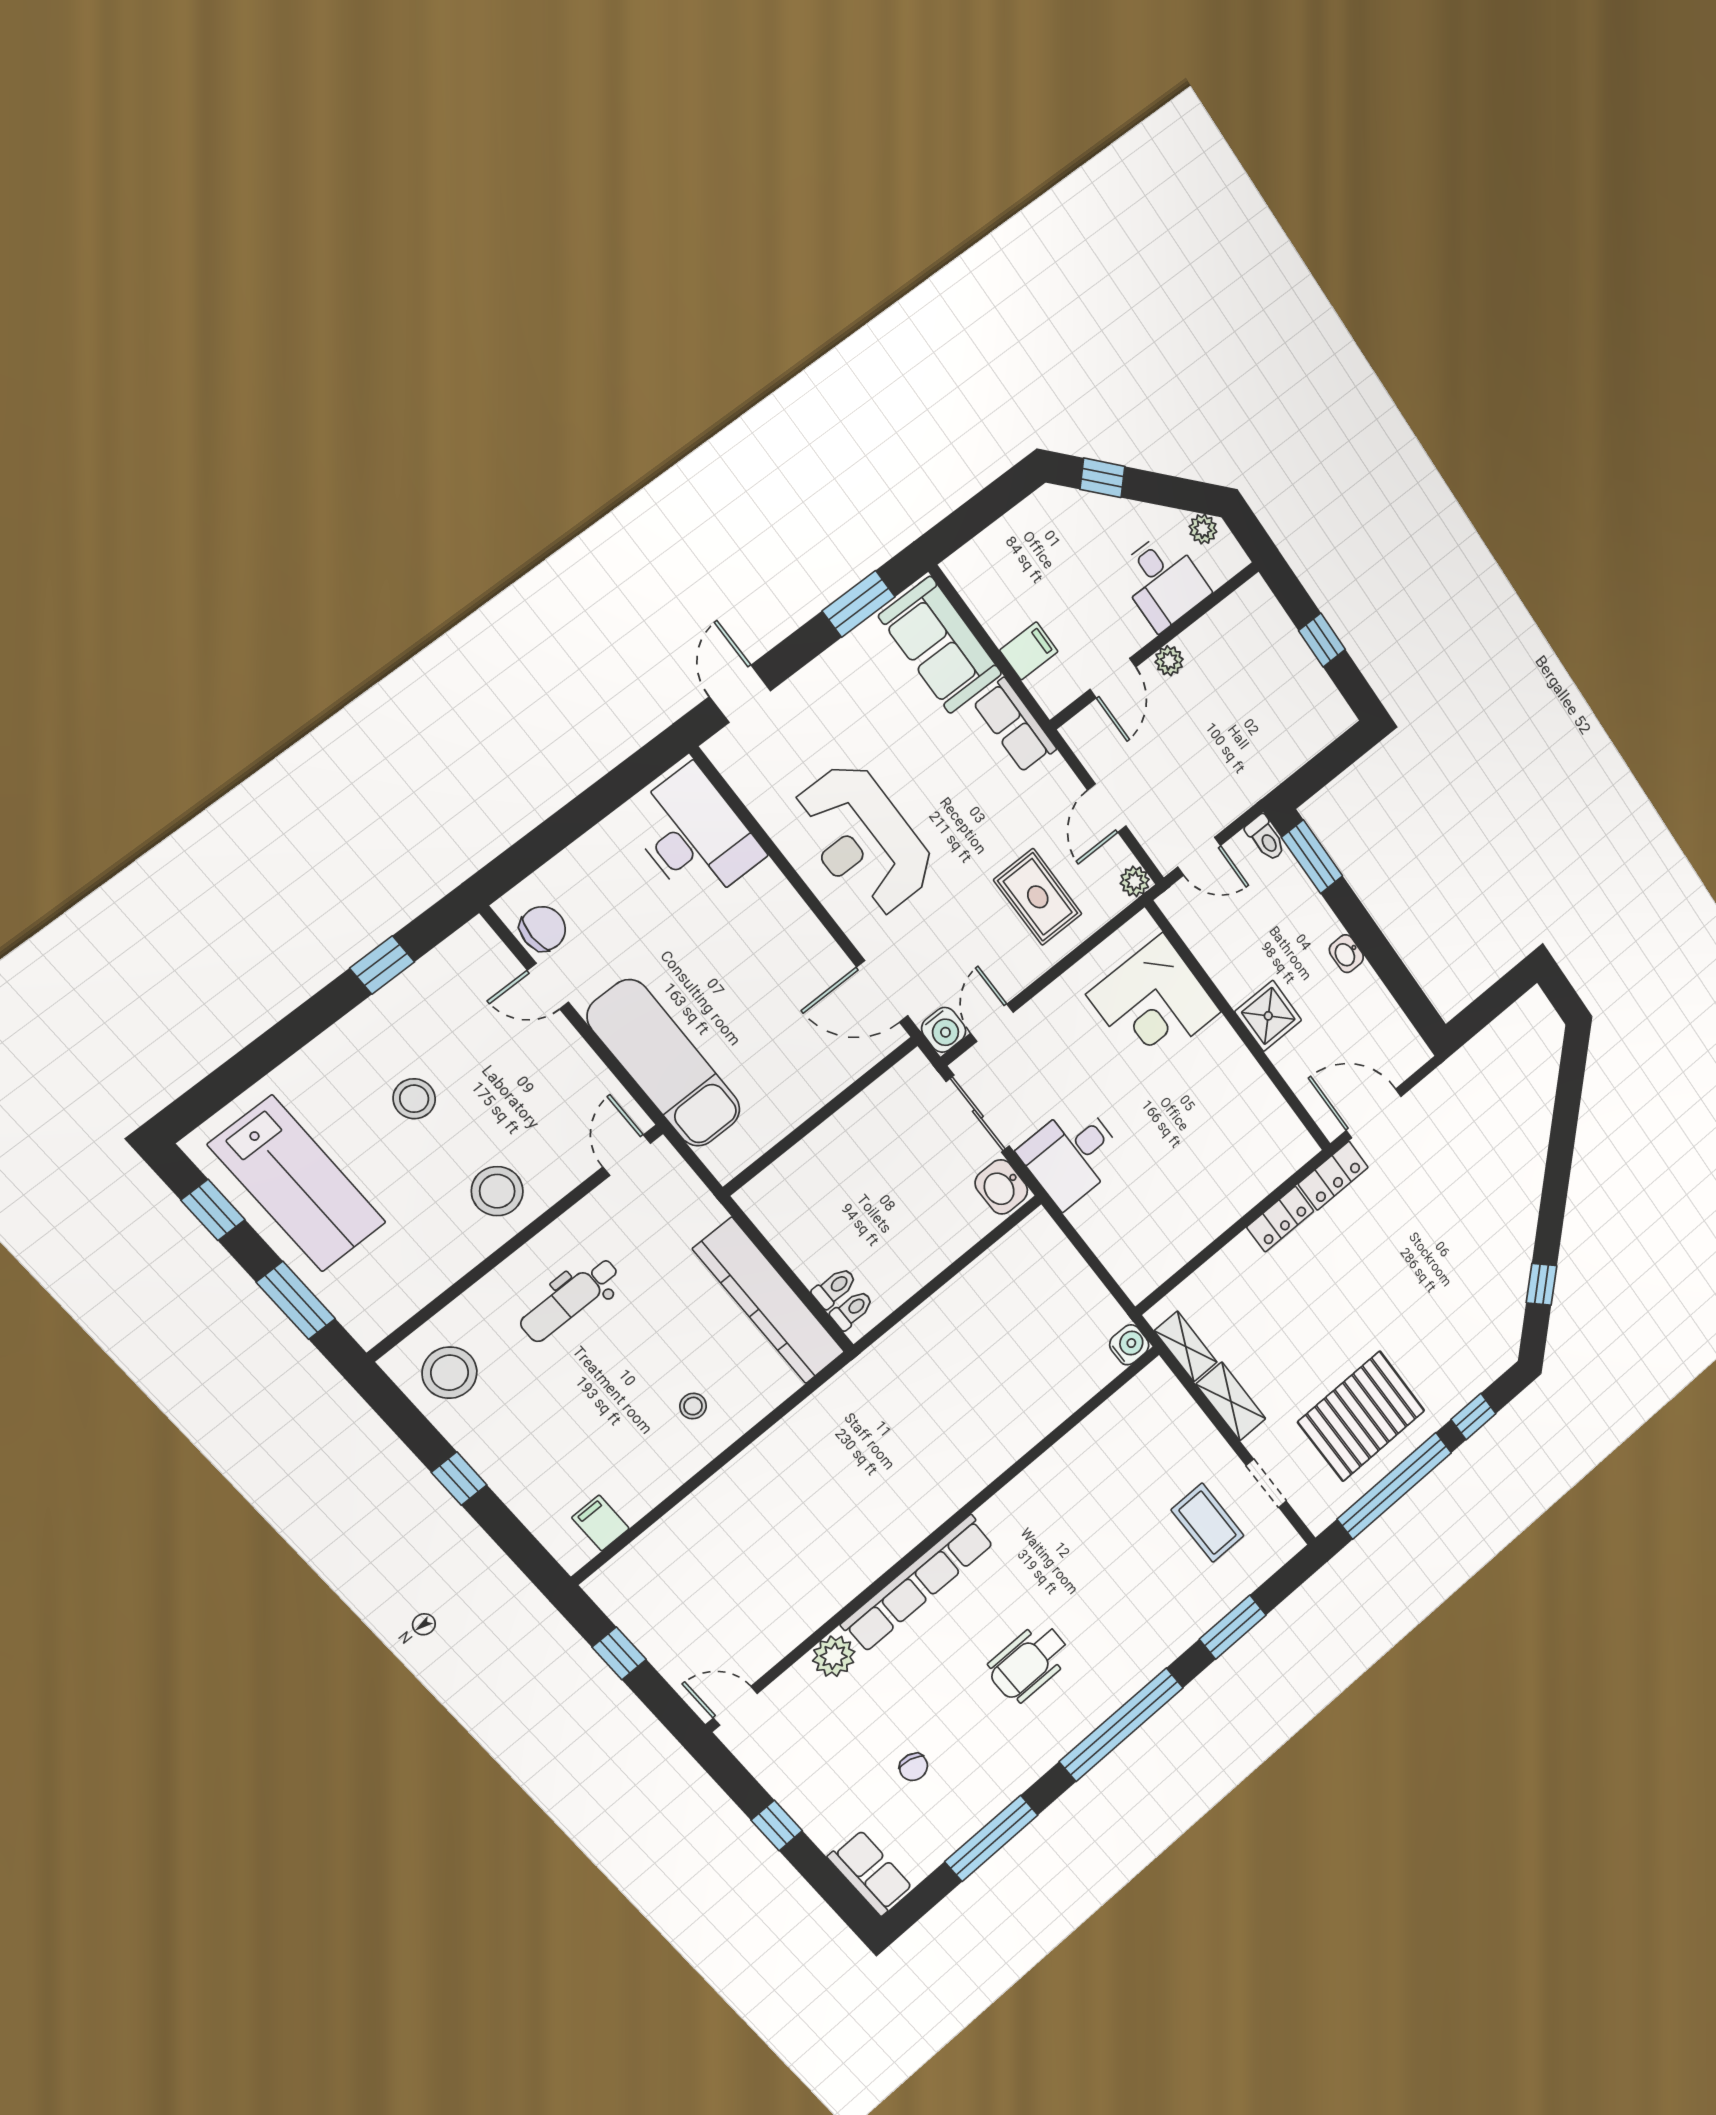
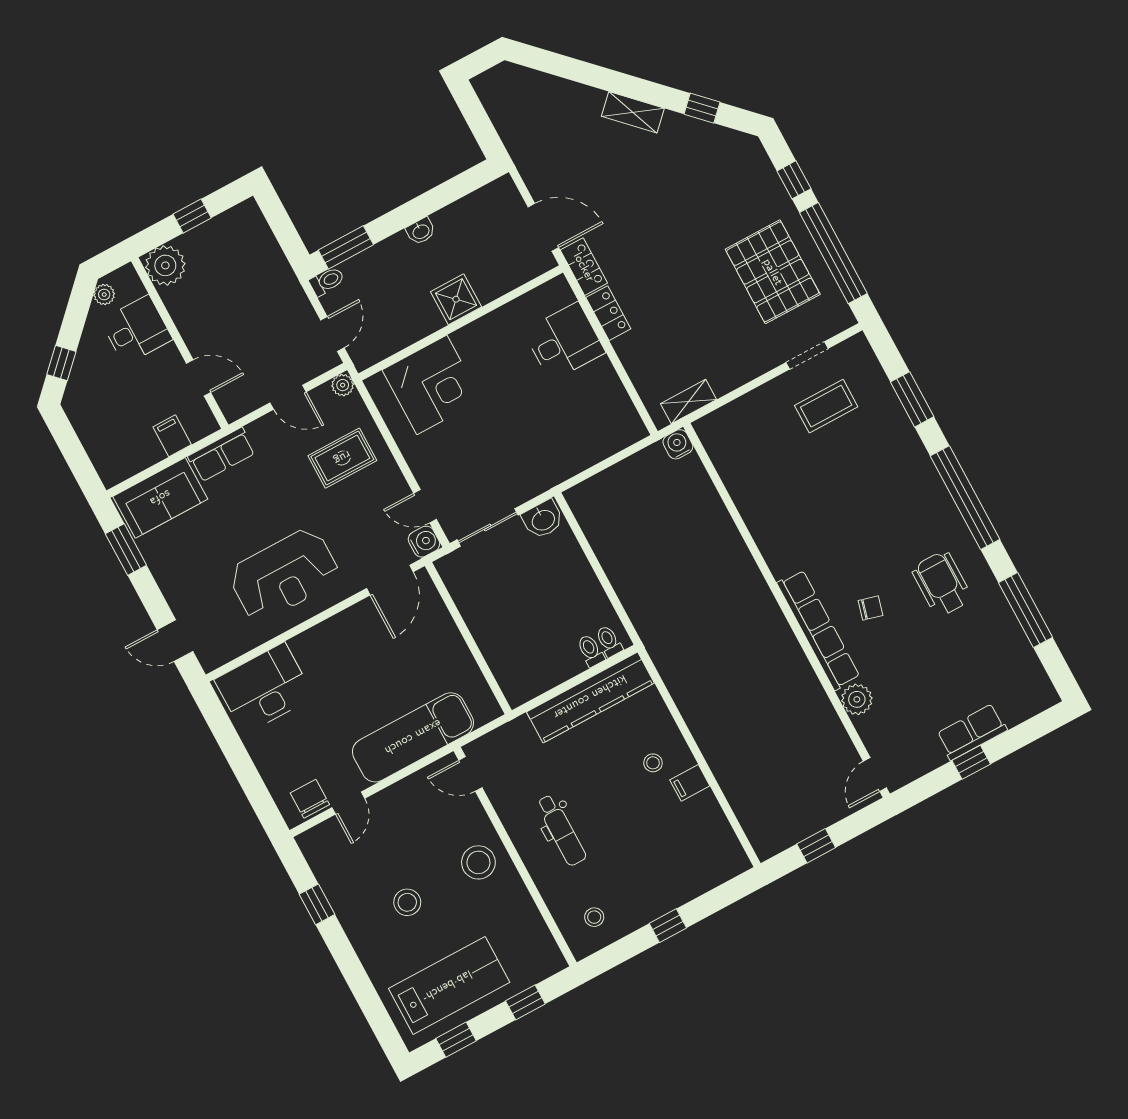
plant: (1169, 661) -> (165, 265), moved, width x1.88, depth x1.88
door: (1374, 1113) -> (543, 227), swing flipped
desk: (1072, 1155) -> (564, 342), moved, turned -90
window: (296, 1300) -> (525, 1002), width x0.67
stool: (450, 1373) -> (594, 917), width x0.53, depth x0.53
shelving: (1231, 1401) -> (633, 112), moved, turned 45
filing cabinet: (600, 1523) -> (690, 783), moved
wheelchair: (1029, 1662) -> (942, 584), moved, turned 180
chair: (914, 1767) -> (870, 608), moved
row of seats: (870, 1873) -> (972, 732), moved

